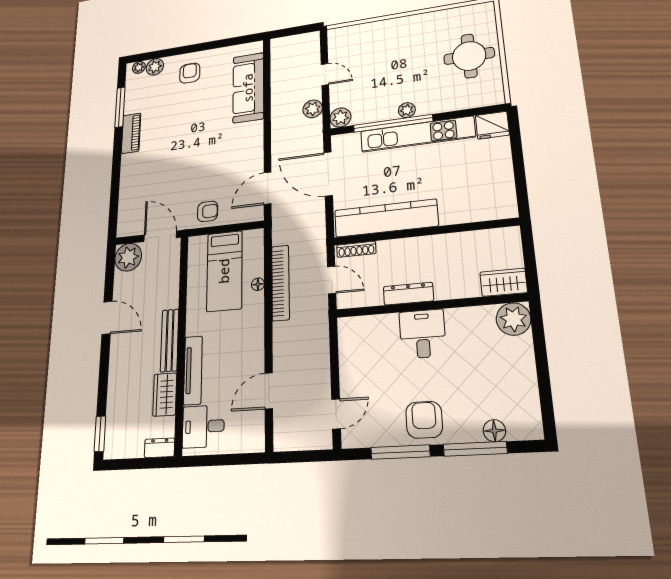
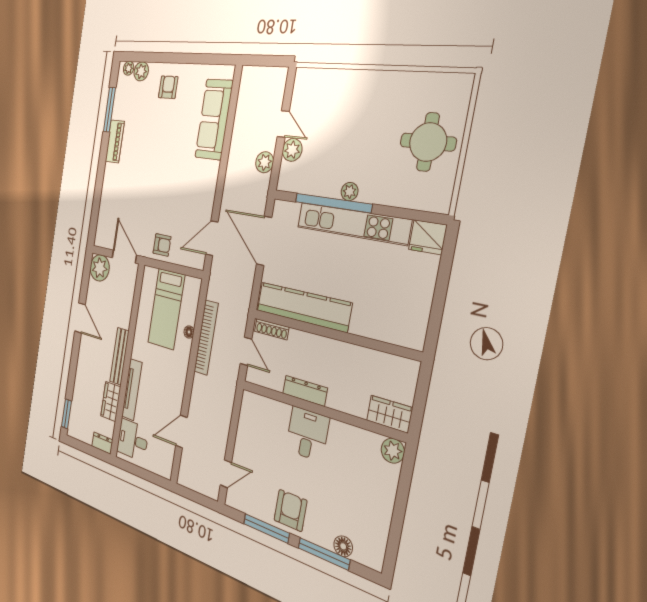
plant: (340, 117) -> (292, 150), moved
plant: (513, 319) -> (393, 451), width x0.73, depth x0.73

